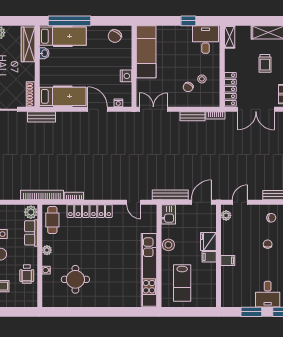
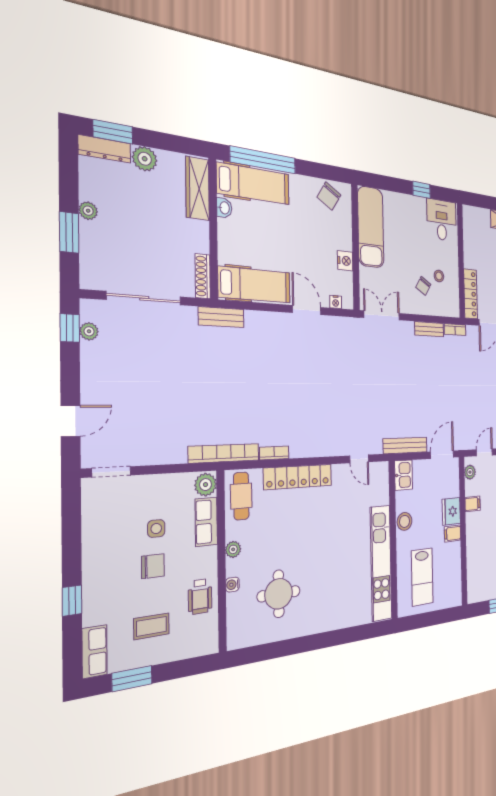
shelving: (230, 37) -> (468, 221), removed
filing cabinet: (228, 260) -> (473, 504), moved

